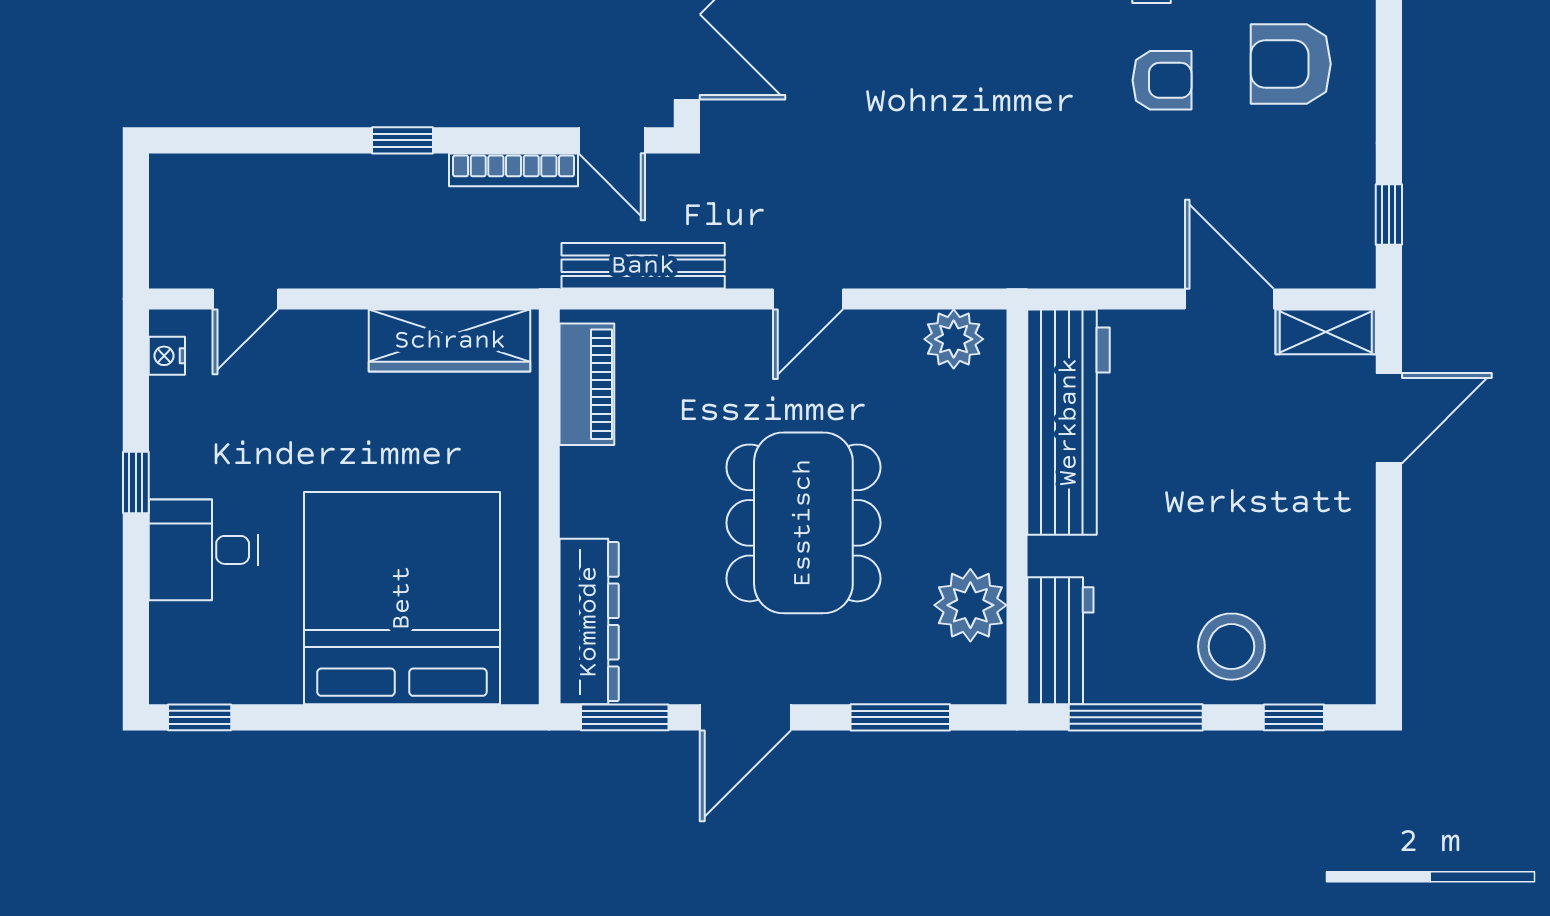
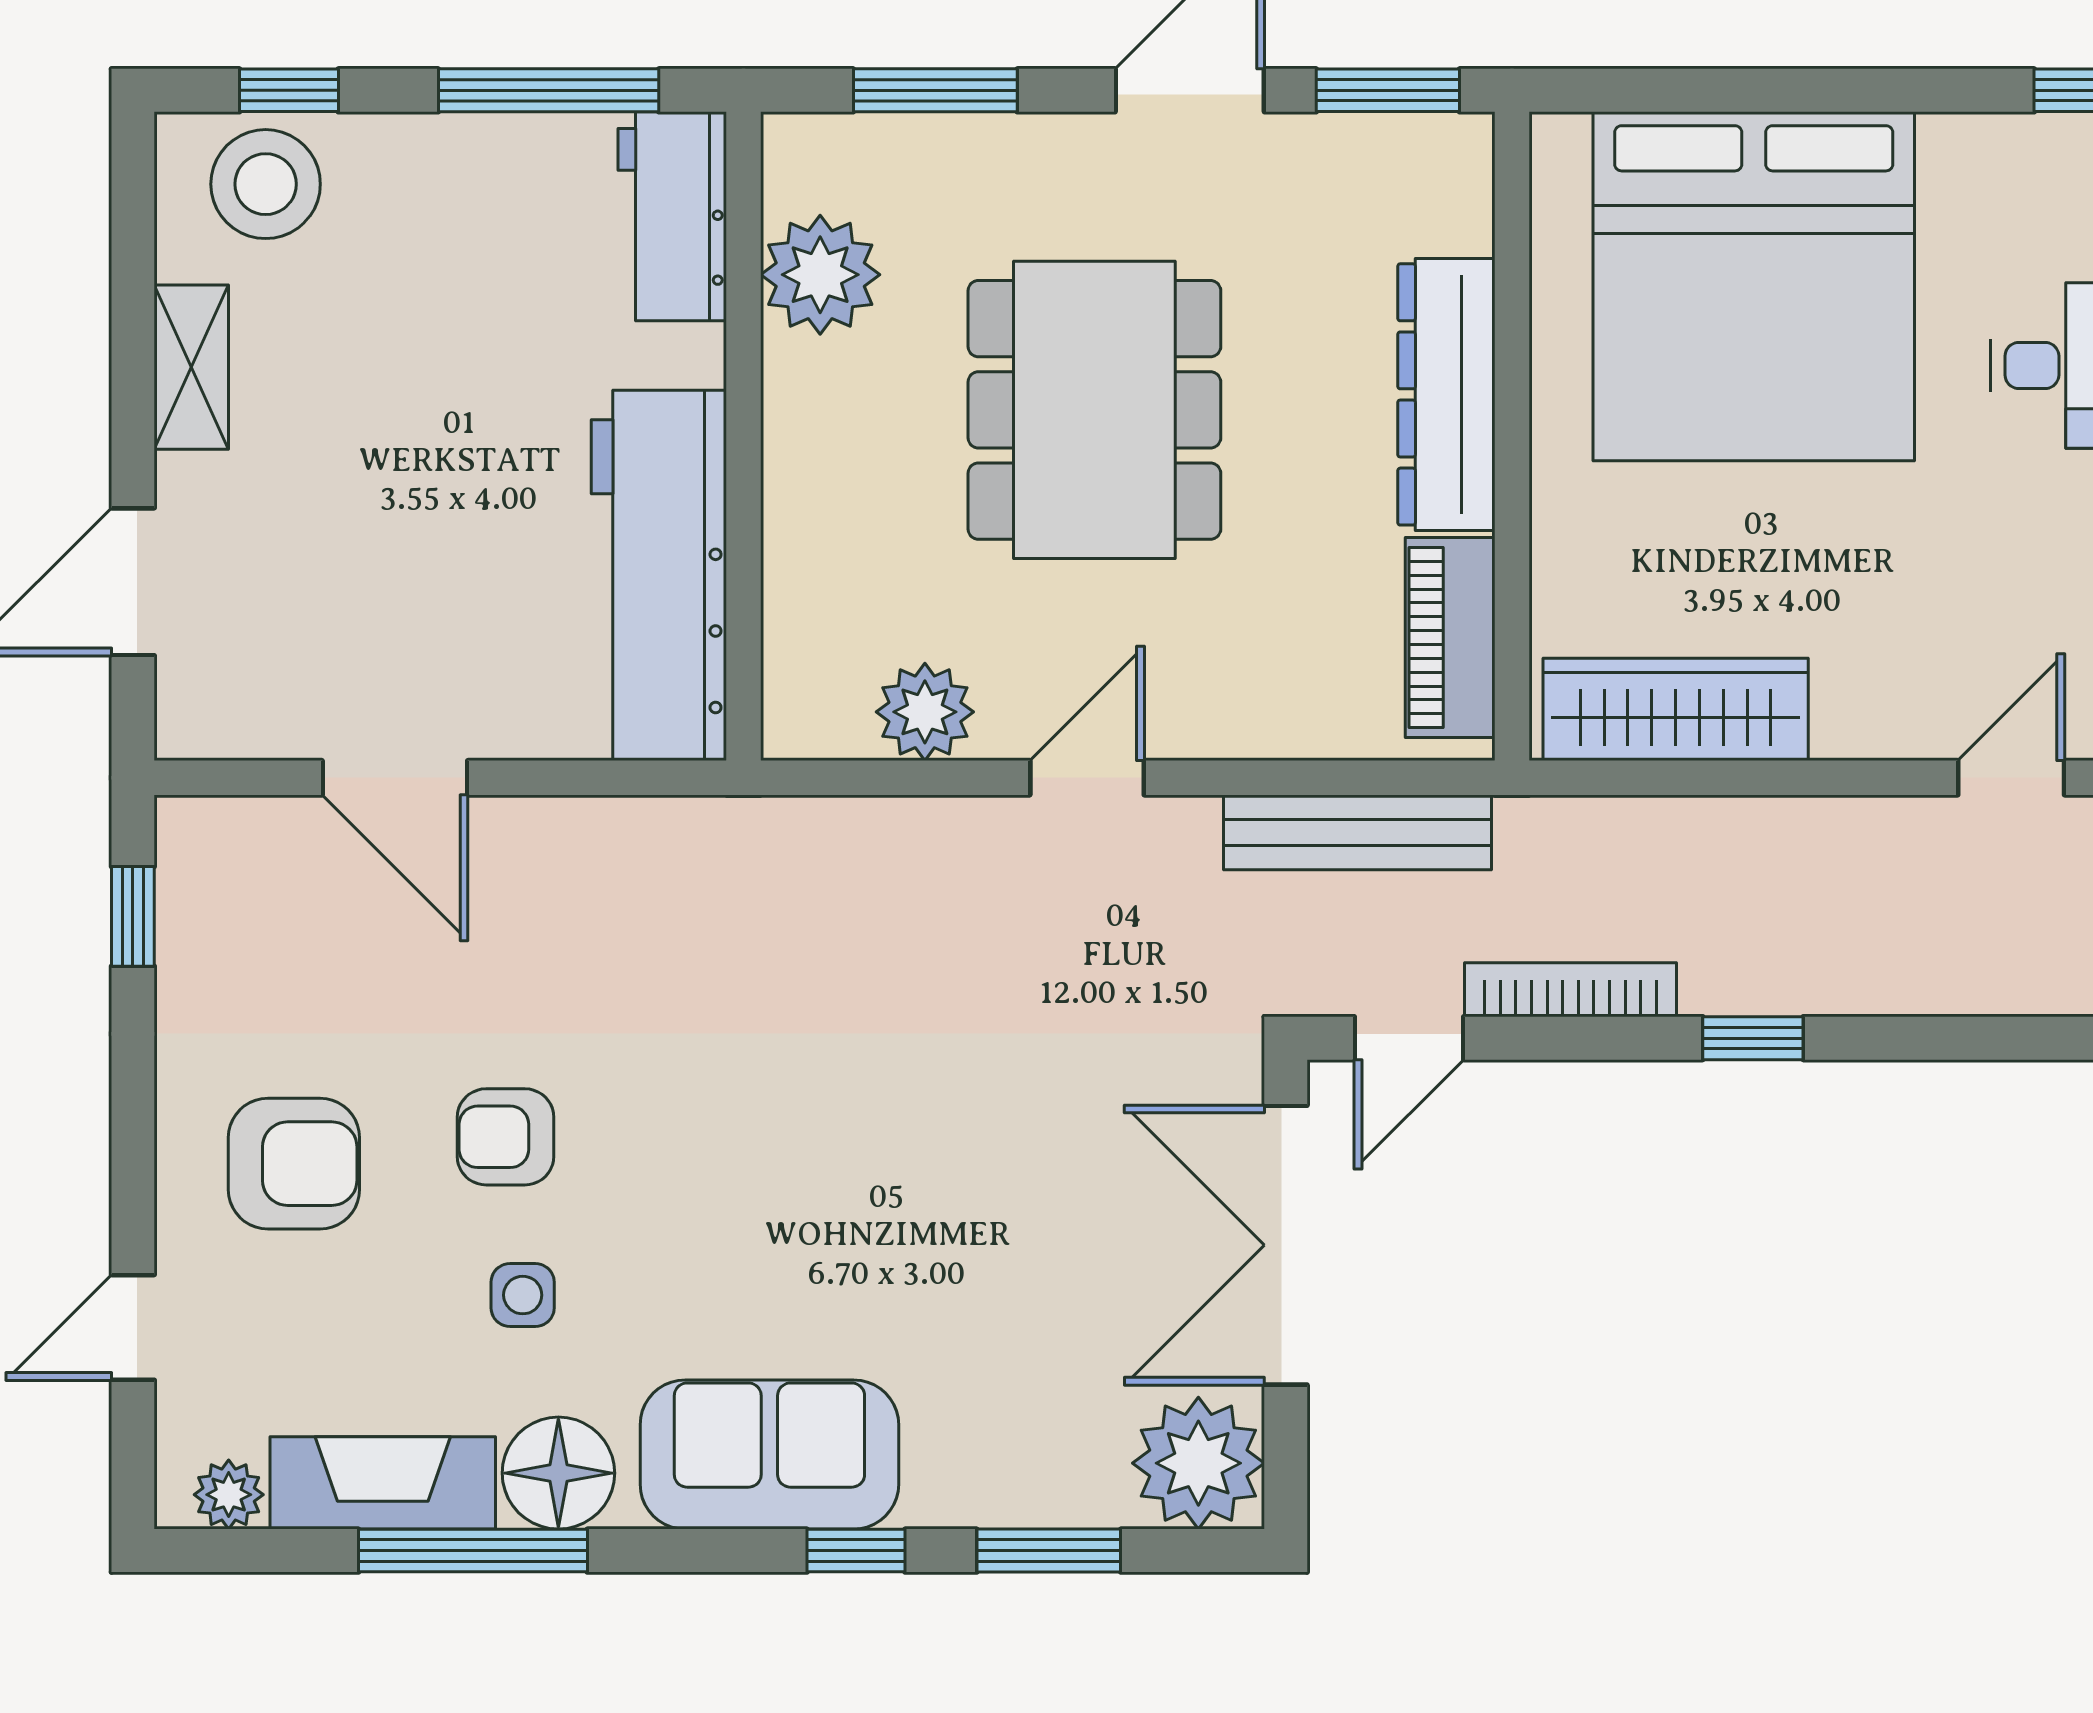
door: (612, 140) -> (1409, 1038), swing flipped
shelving: (1326, 332) -> (191, 367), moved, turned 90
plant: (954, 339) -> (925, 712), moved
dresser: (589, 622) -> (1446, 394), moved
stool: (1231, 647) -> (266, 184), moved

